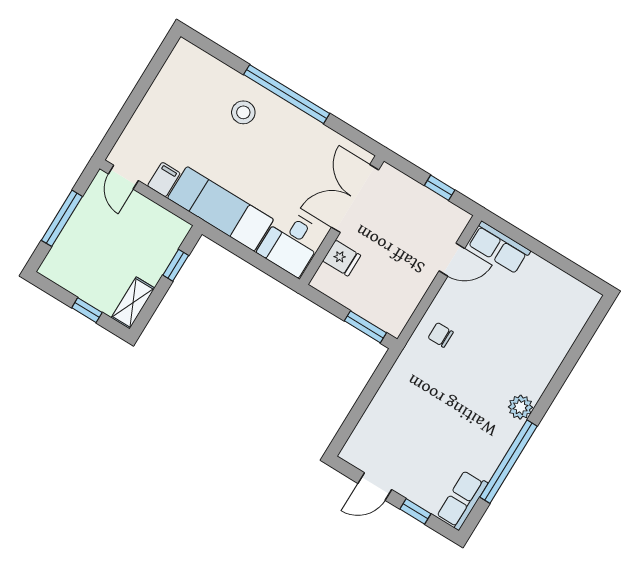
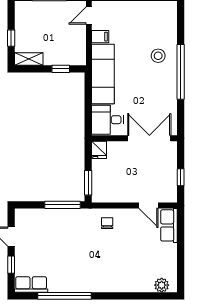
fridge: (342, 258) -> (99, 150), moved
window: (374, 384) -> (62, 205), added
plant: (520, 407) -> (162, 285), moved

